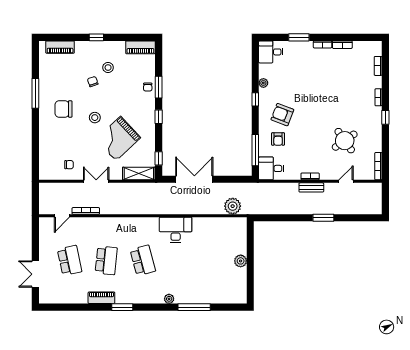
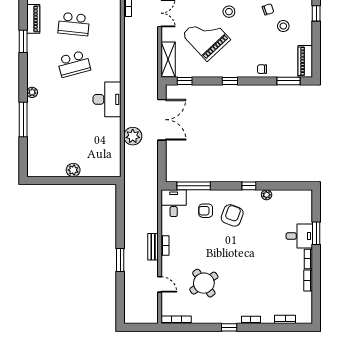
desk: (271, 52) -> (299, 236), moved, turned 90
window: (159, 87) -> (288, 81), moved
plant: (233, 206) -> (133, 136), moved

